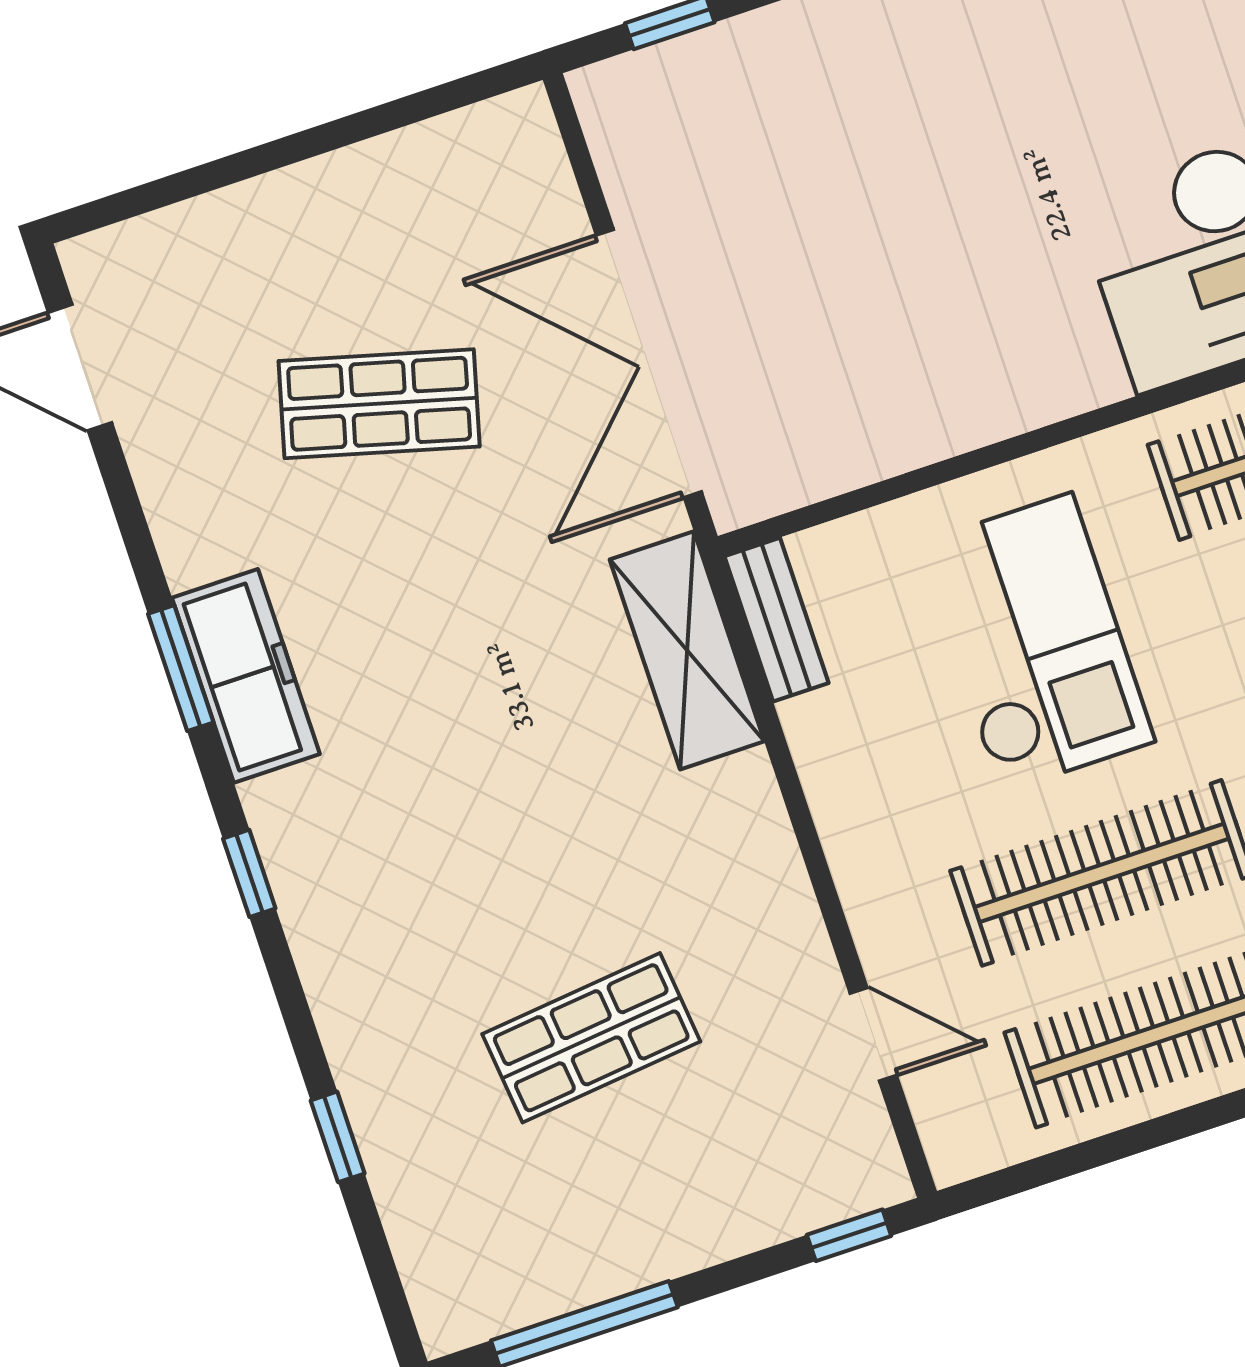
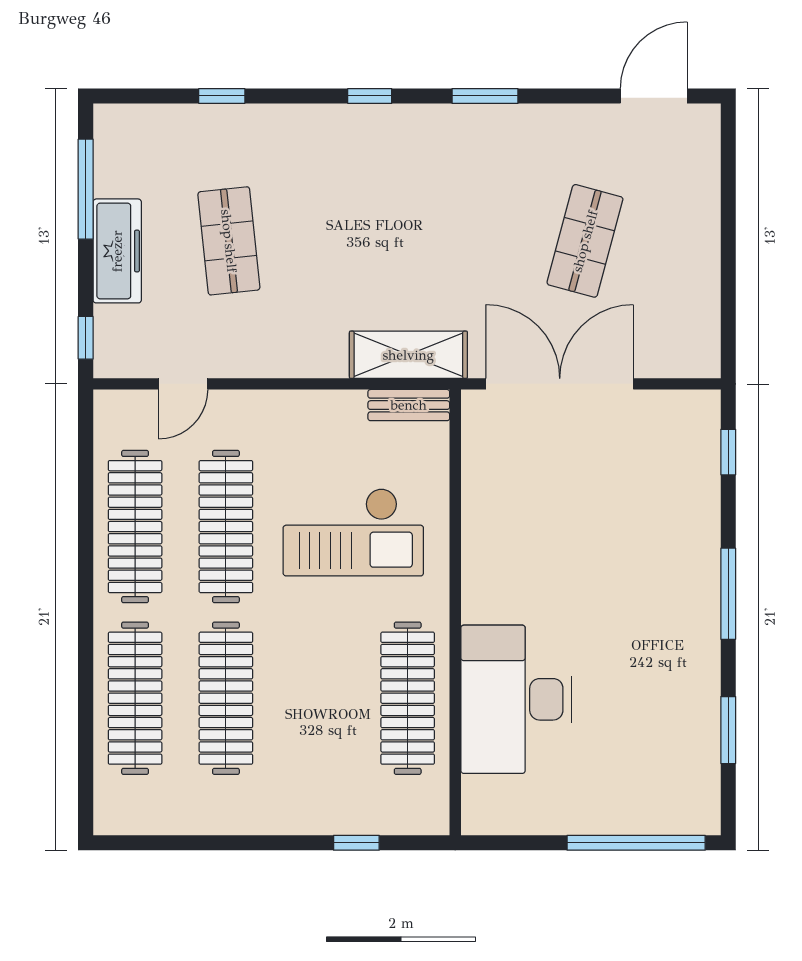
freezer: (246, 676) -> (117, 251), moved, turned -90

